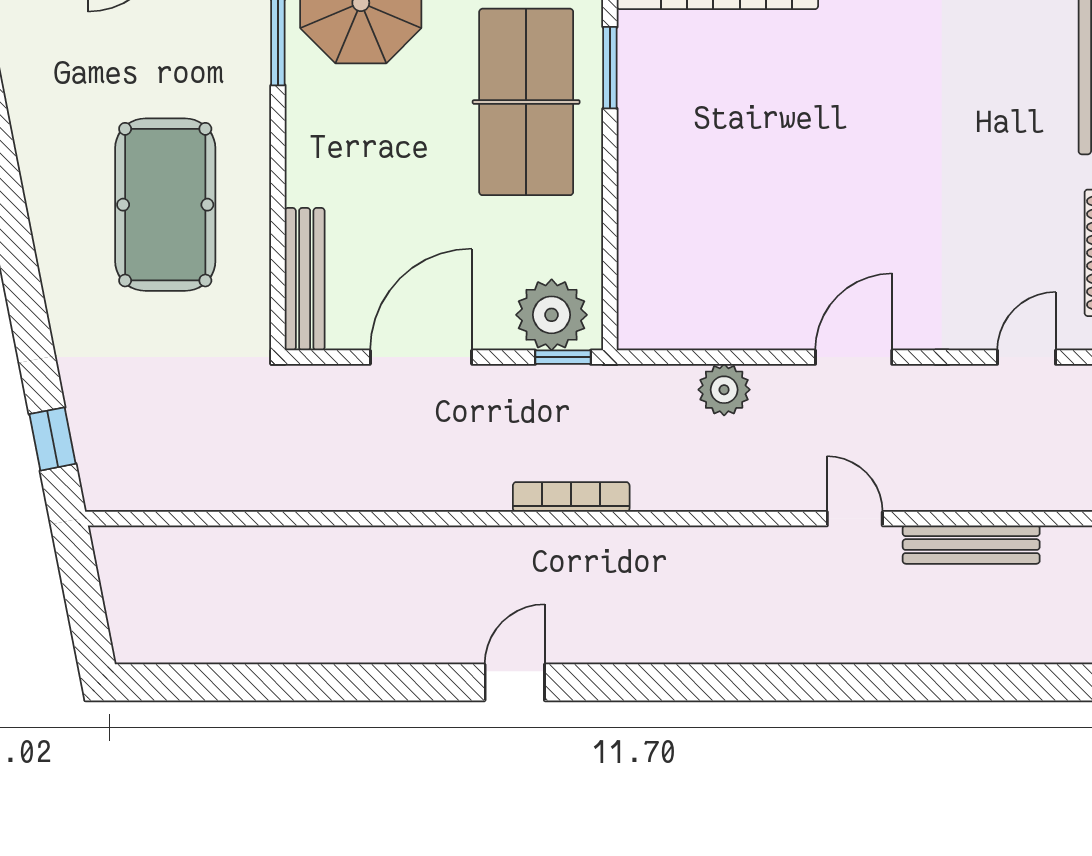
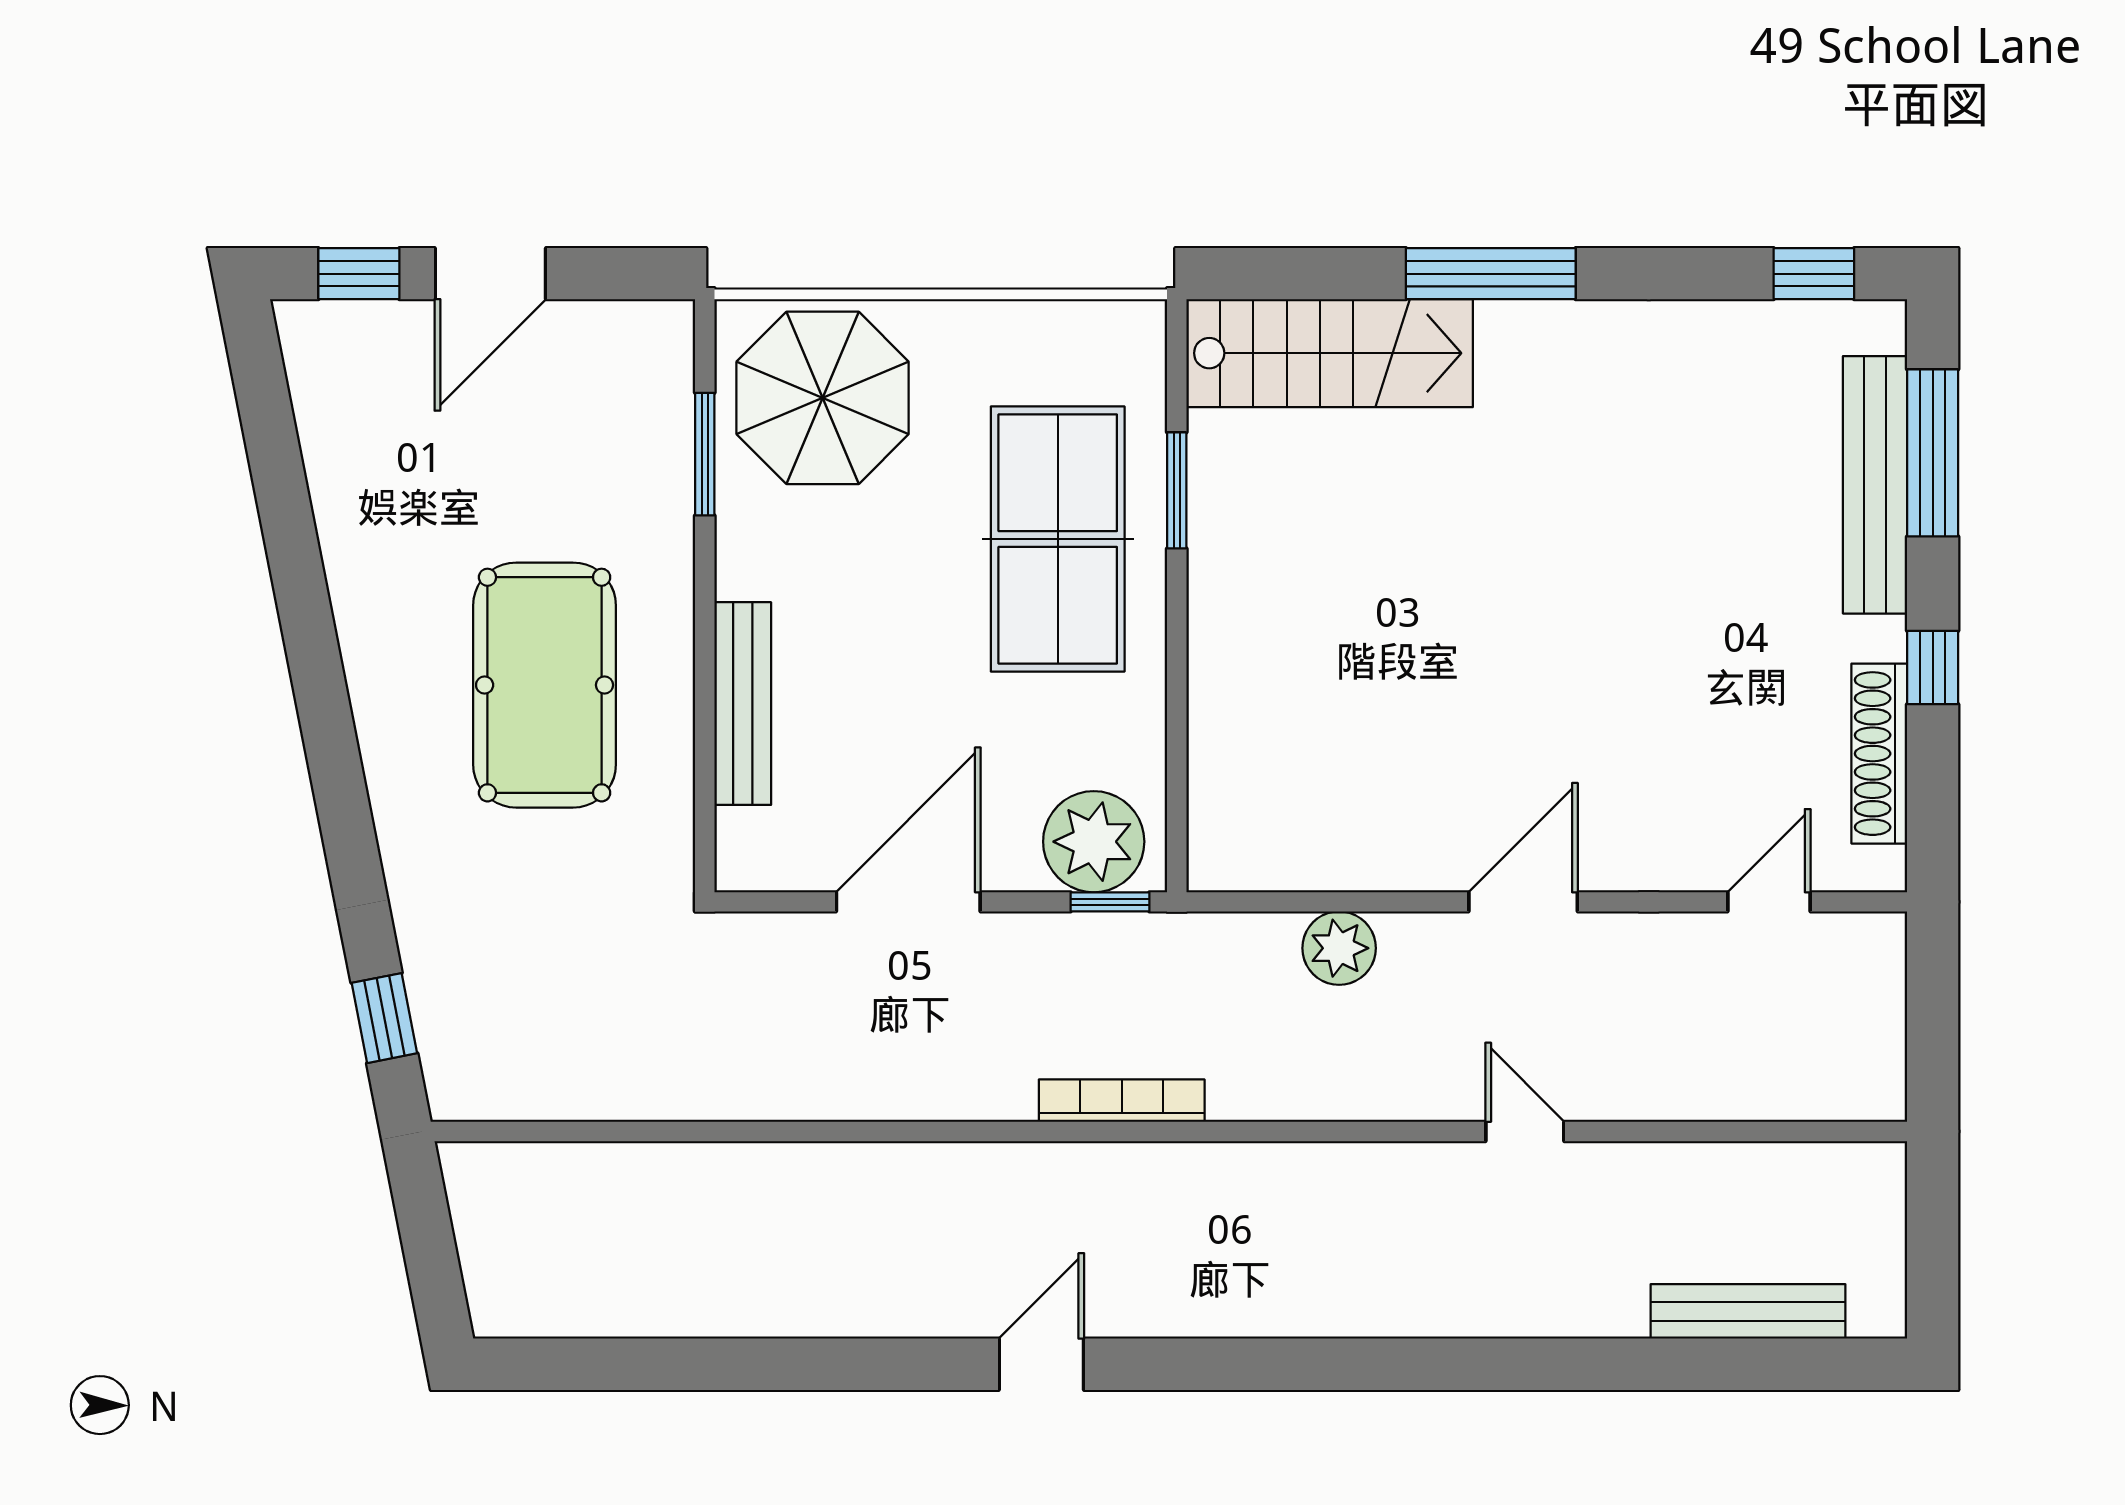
bench: (305, 279) -> (743, 704), moved
bench: (971, 545) -> (1748, 1311), moved

